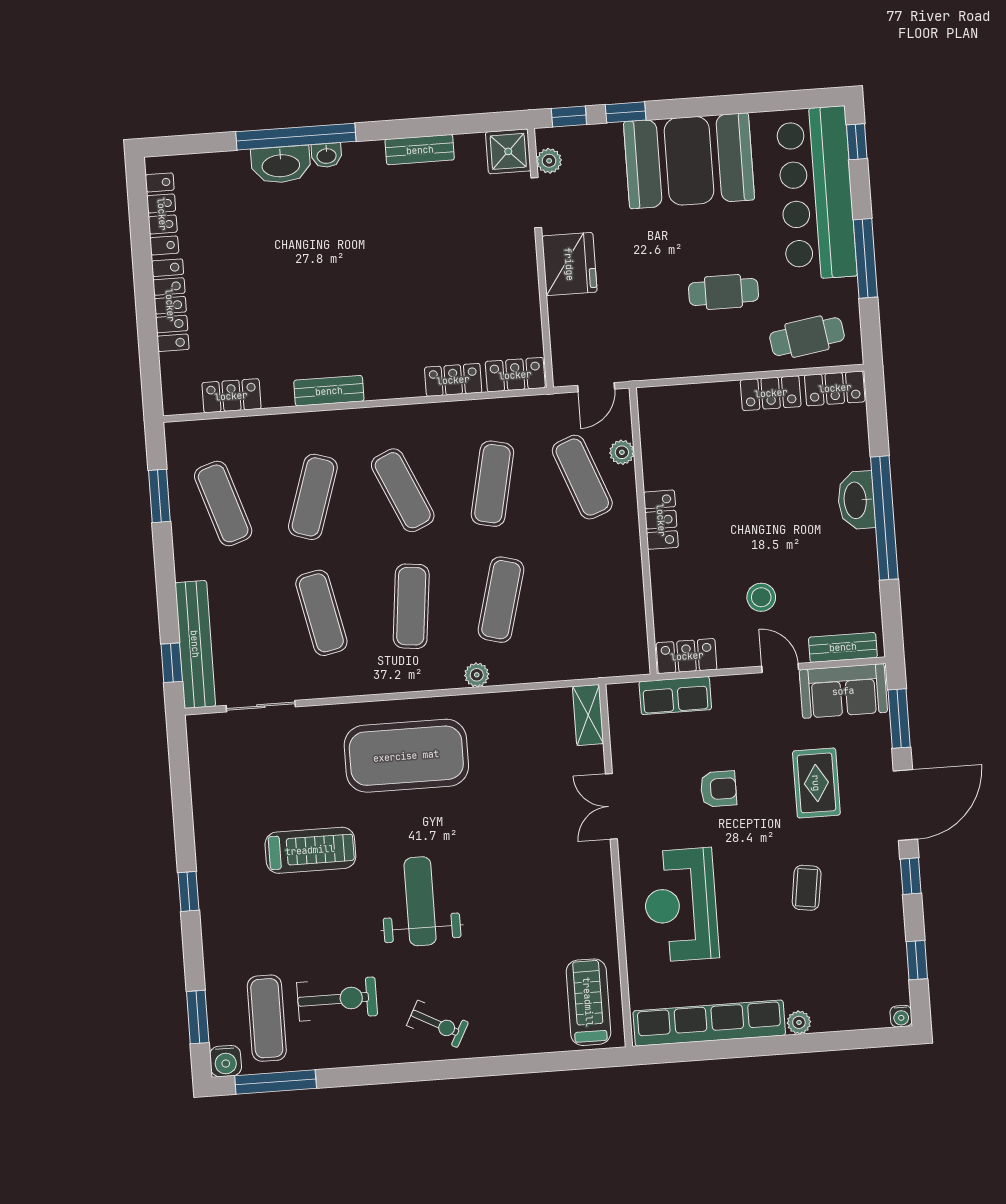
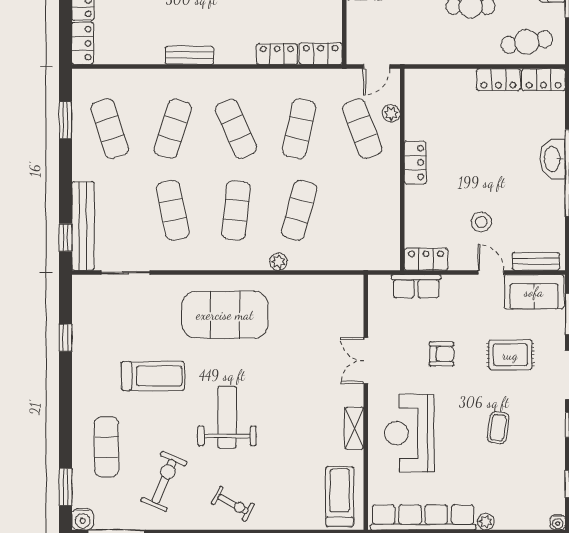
locker: (231, 396) -> (83, 43), moved, turned 90
shelving: (588, 715) -> (354, 428), moved
rug: (816, 783) -> (510, 355), turned 90
window: (188, 891) -> (65, 338), moved
exercise bike: (337, 999) -> (164, 481), turned -67
exercise mat: (267, 1018) -> (106, 447), moved

